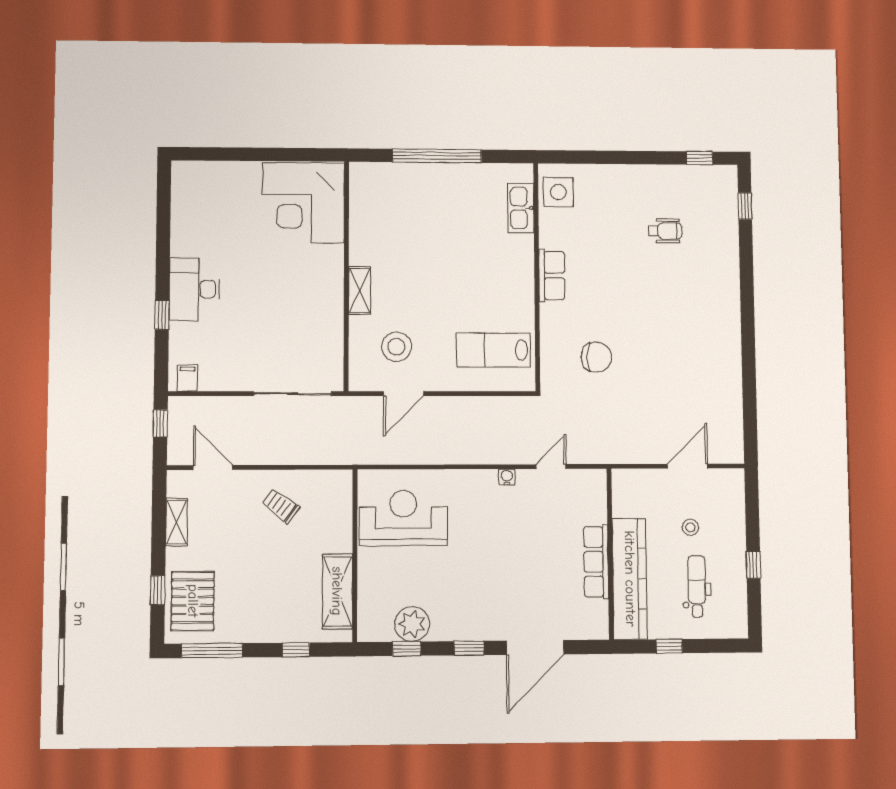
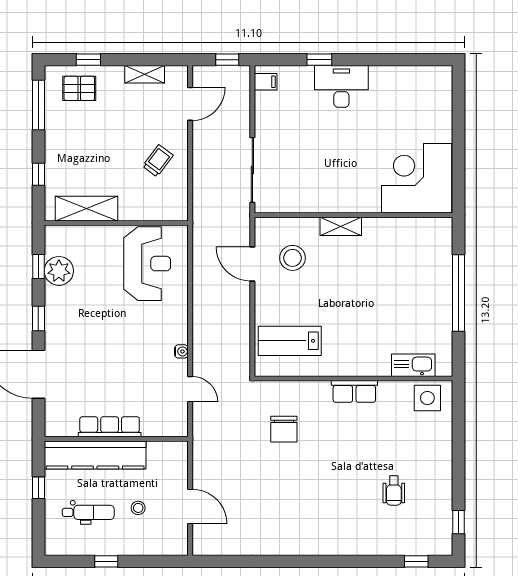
lab bench: (493, 350) -> (290, 341), turned -90
pallet: (193, 601) -> (79, 88), width x0.67, depth x0.71

